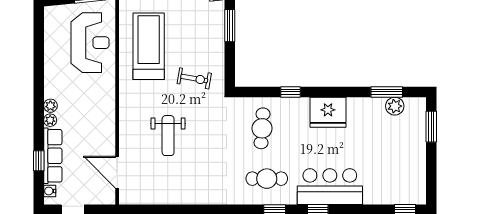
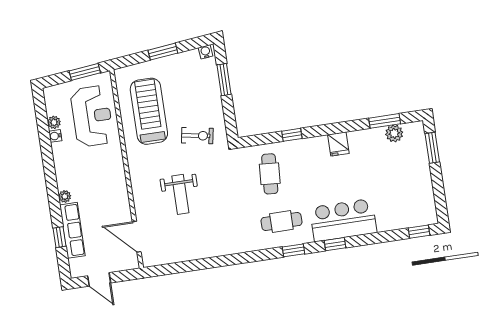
plant: (50, 106) -> (54, 122), moved
fridge: (328, 112) -> (338, 144), width x0.53, depth x0.75
water cooler: (50, 191) -> (55, 136), moved

